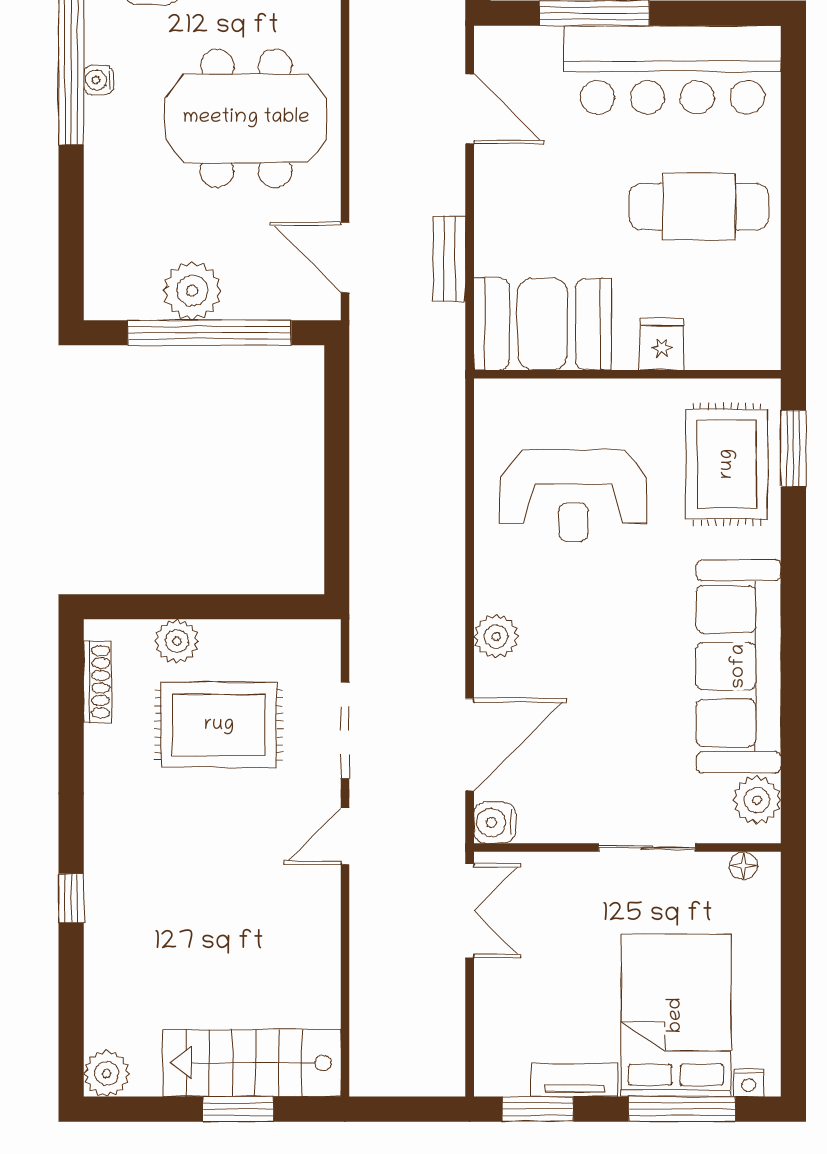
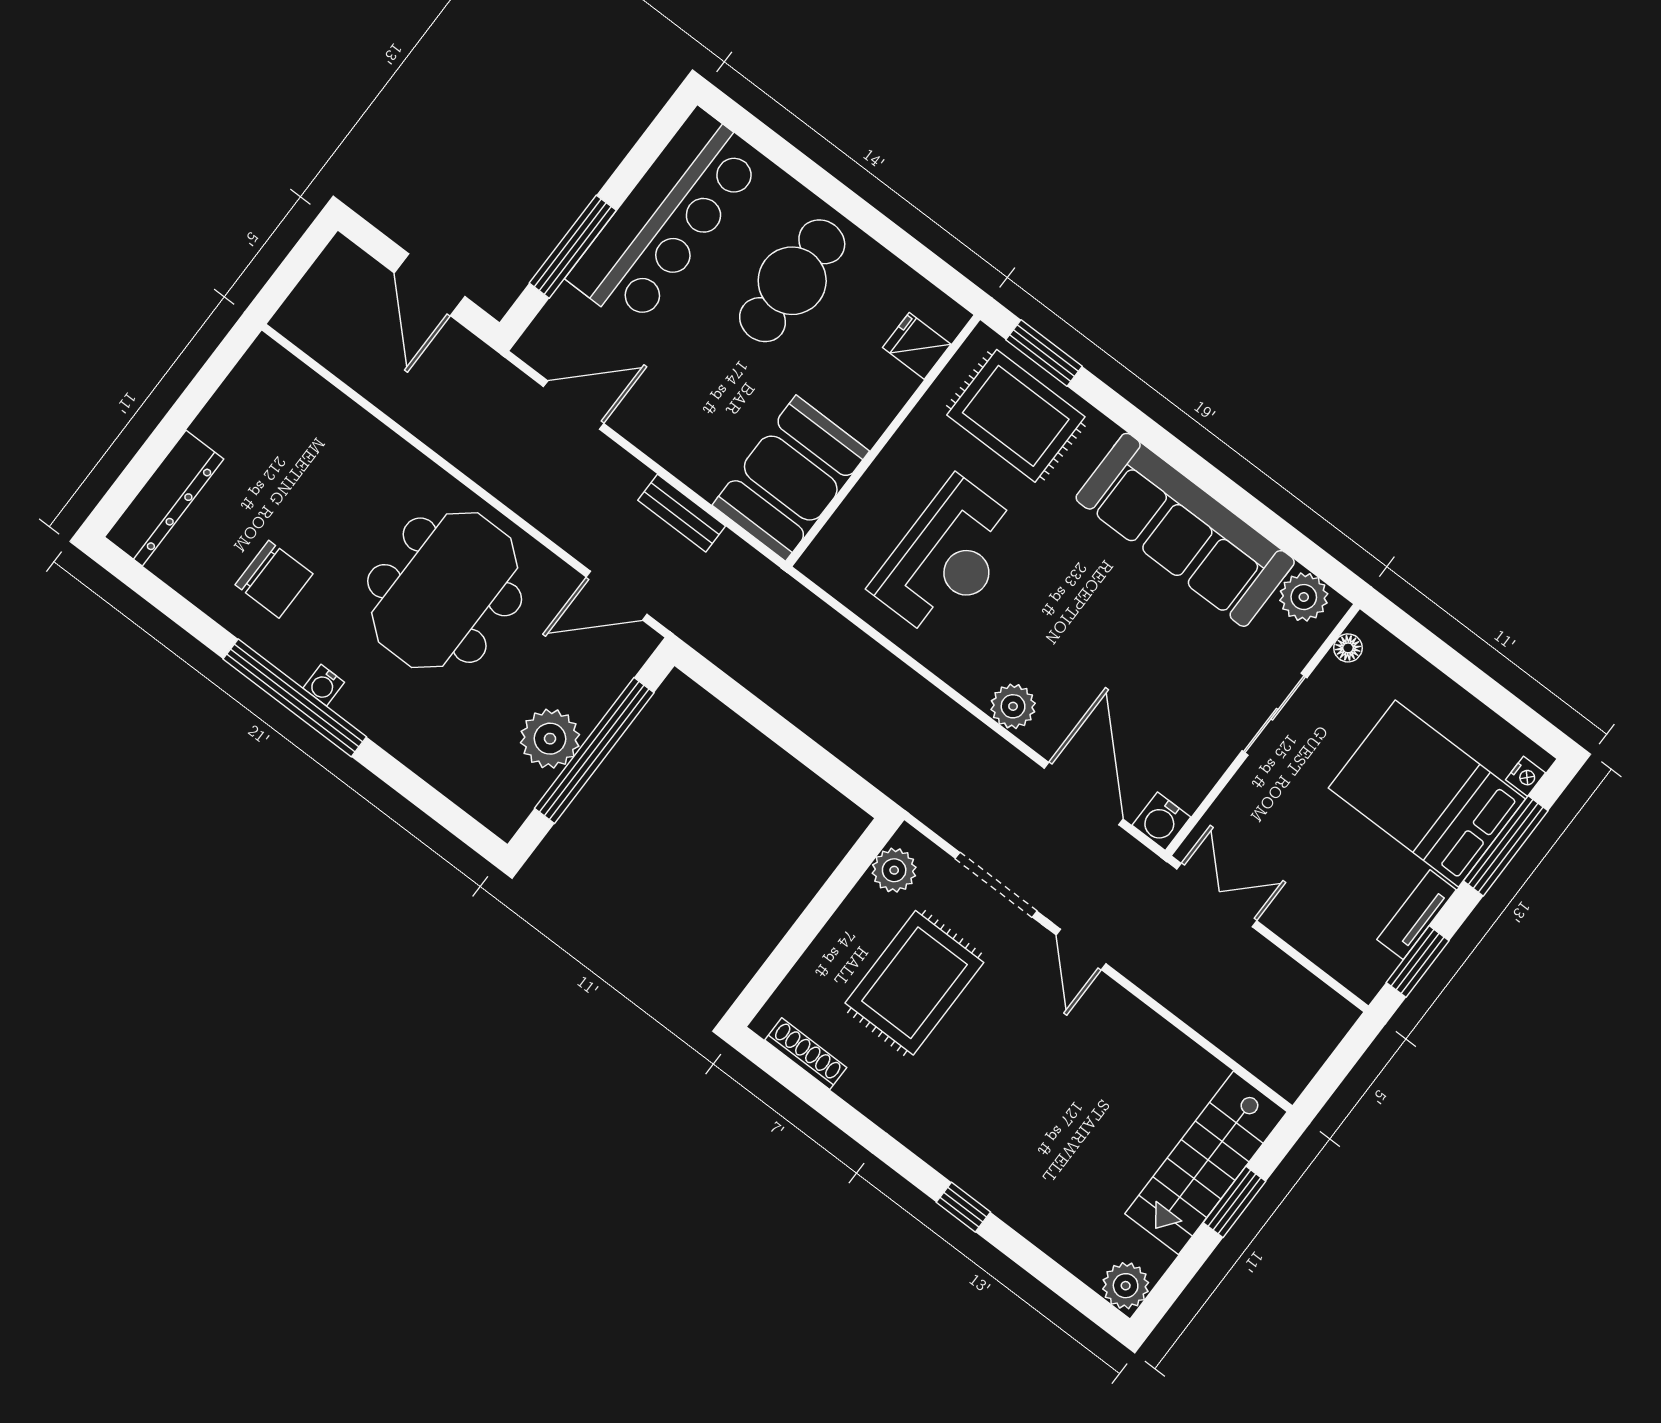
fridge: (662, 344) -> (917, 346), moved
plant: (177, 641) -> (894, 870), moved

